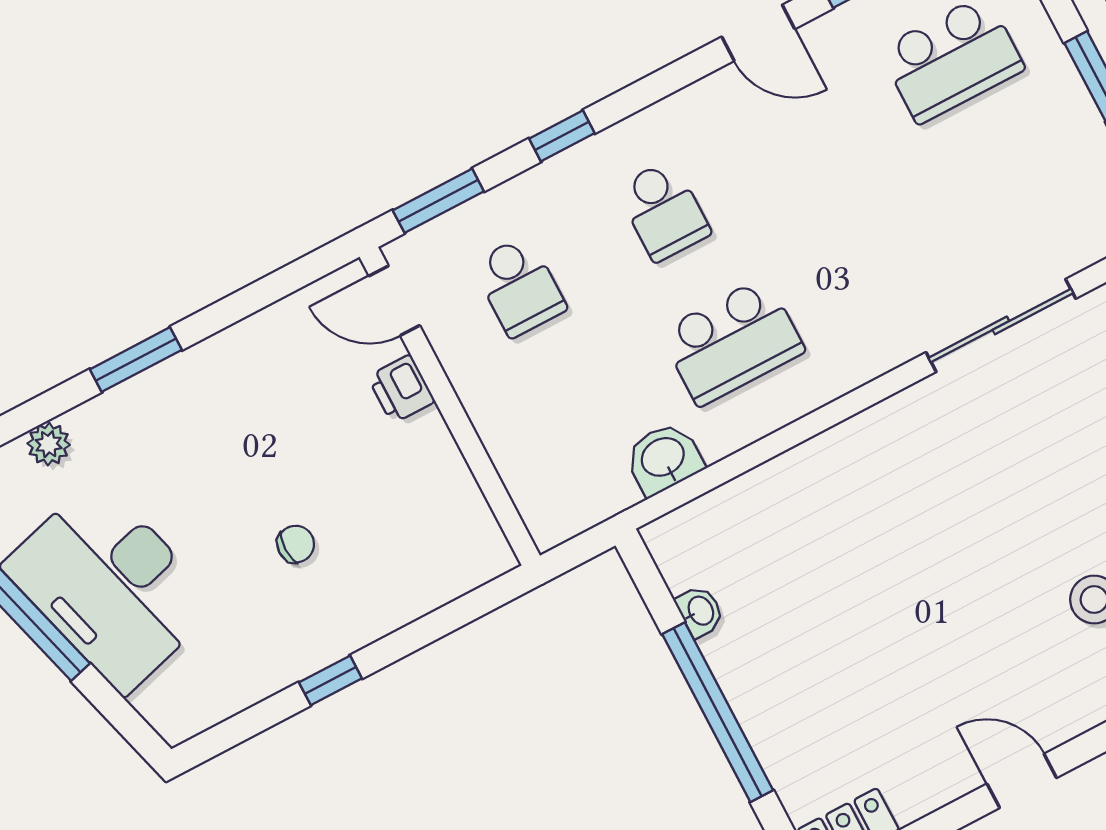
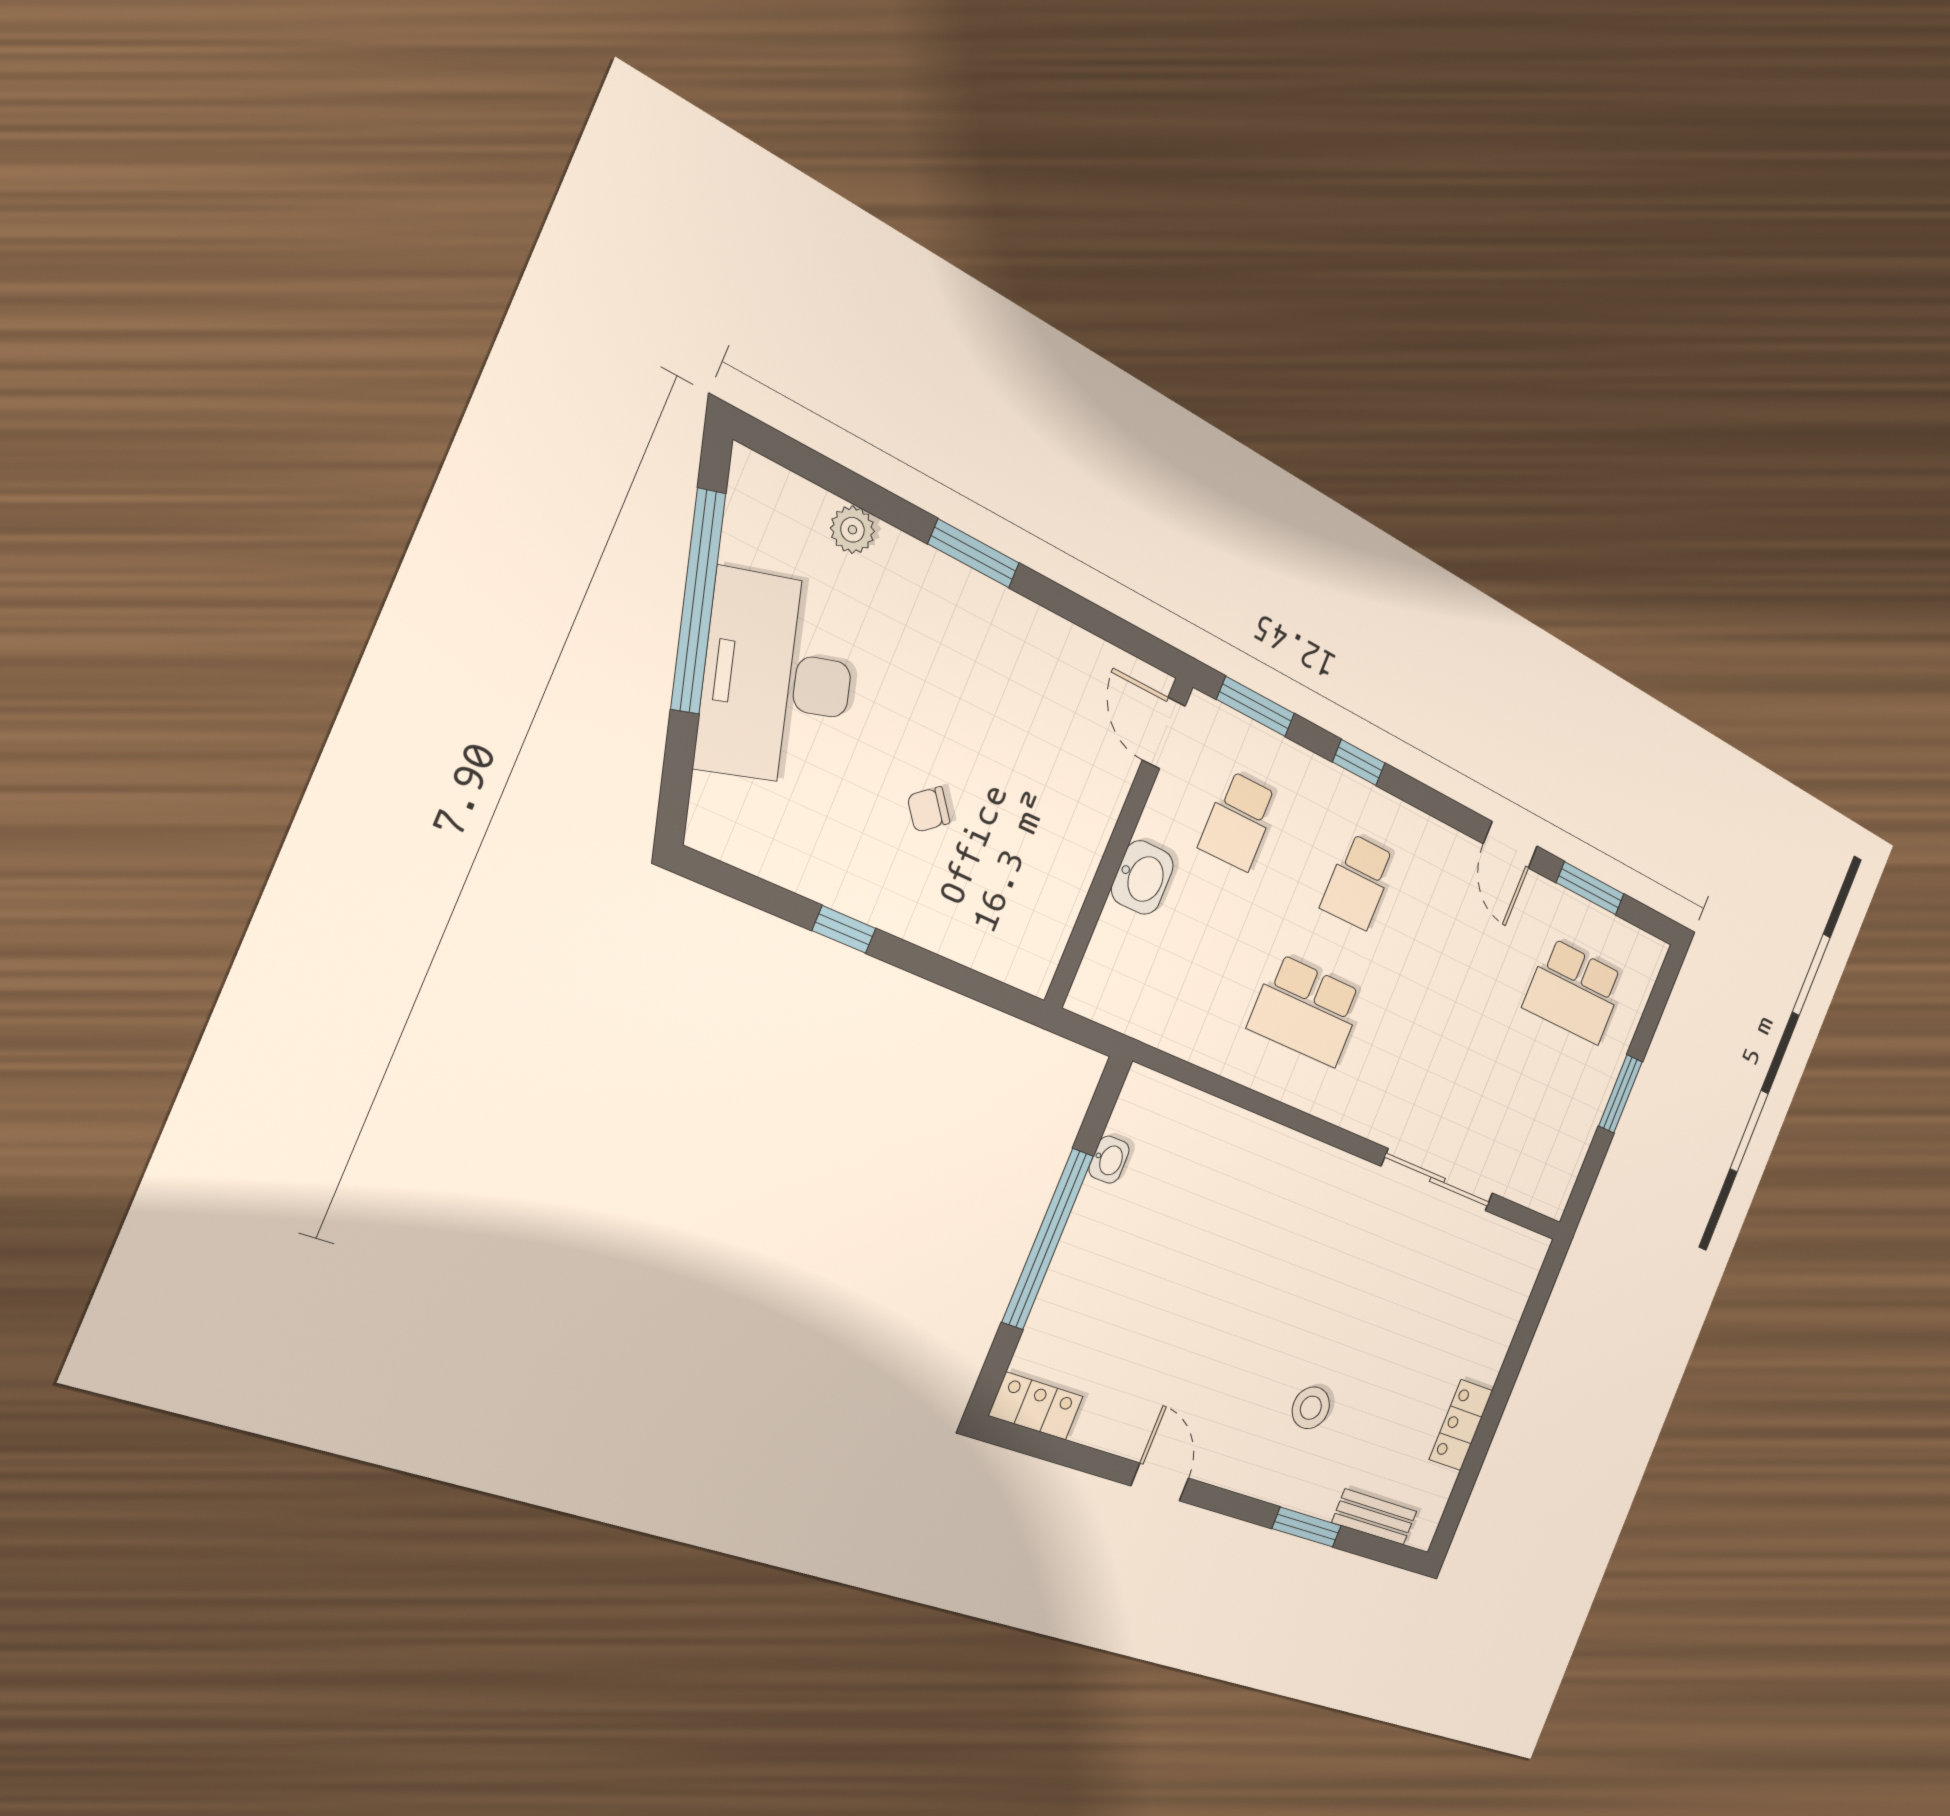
printer: (401, 389) -> (1105, 794), removed
washbasin: (664, 458) -> (1142, 877), moved, turned 90
chair: (296, 544) -> (929, 809), turned 142

